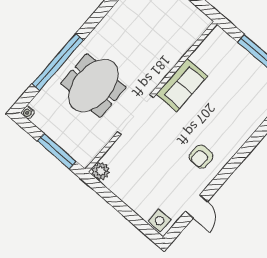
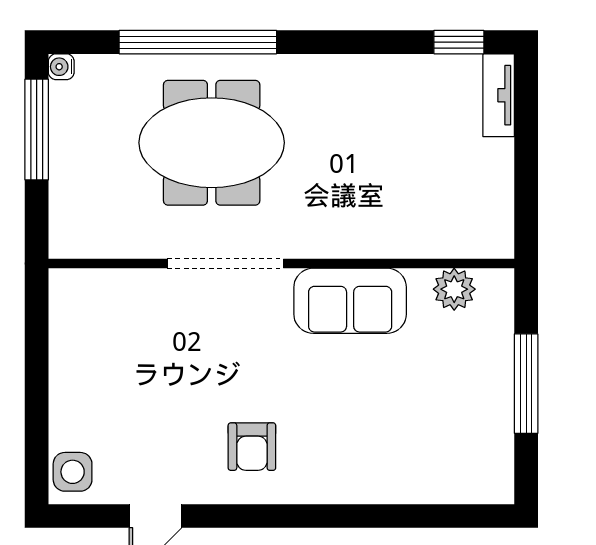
window: (57, 151) -> (37, 130), moved
armchair: (201, 157) -> (252, 447), turned -90
plant: (101, 171) -> (454, 289), moved

